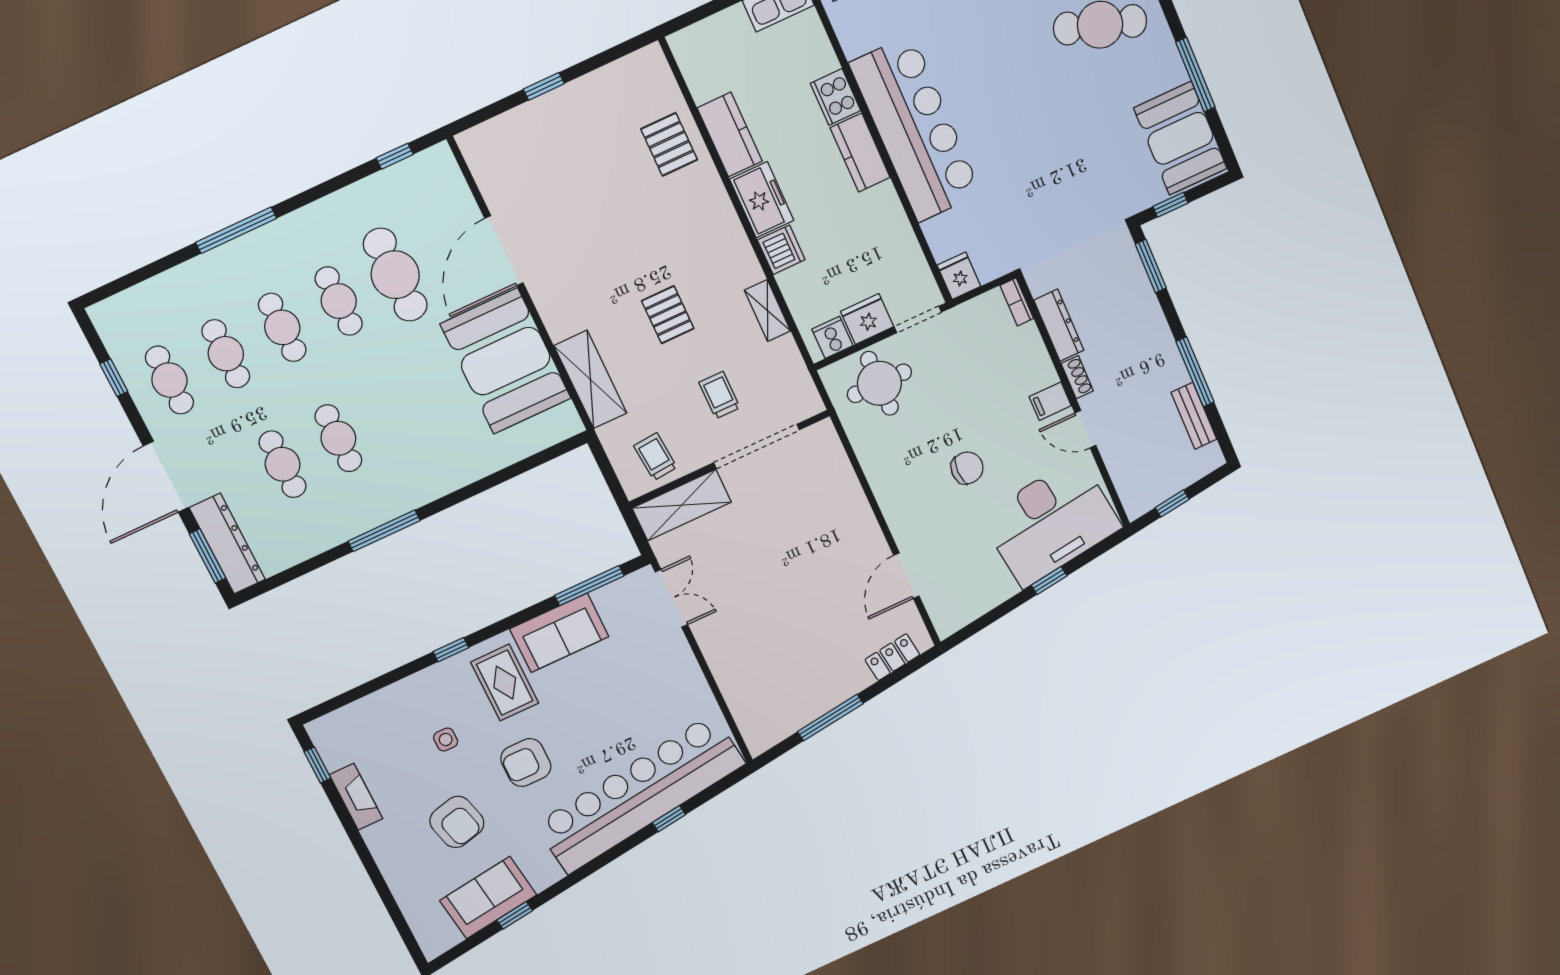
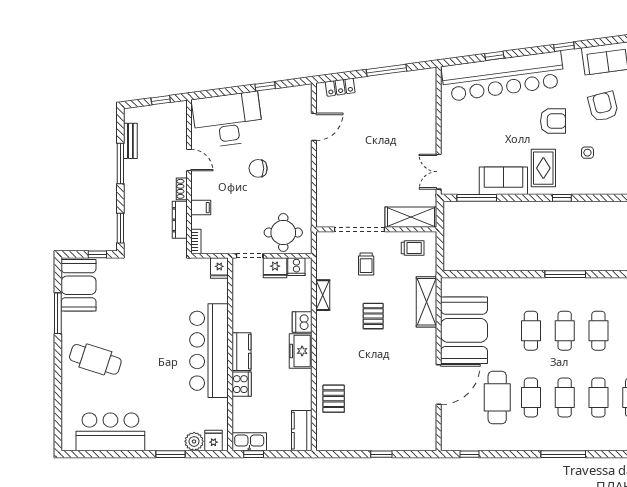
kitchen counter: (730, 135) -> (302, 431), moved
filing cabinet: (1050, 401) -> (201, 208), moved
cafe table: (394, 412) -> (531, 331), added
trolley: (655, 457) -> (413, 248), turned -85
window: (1049, 581) -> (265, 86), moved
window: (515, 915) -> (564, 47), moved

